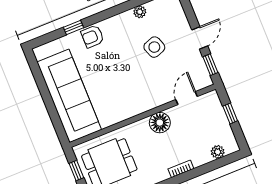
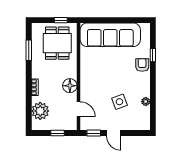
plant: (218, 152) -> (40, 111), width x1.87, depth x1.87

